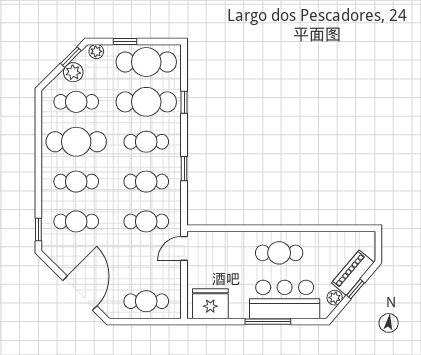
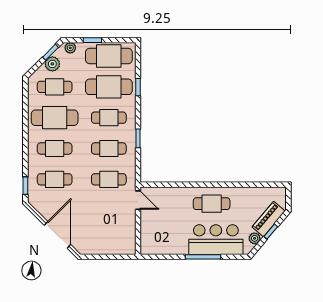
door: (184, 248) -> (138, 200), swing flipped
cafe table: (146, 301) -> (109, 241), removed
fridge: (210, 304) -> (158, 243), removed

